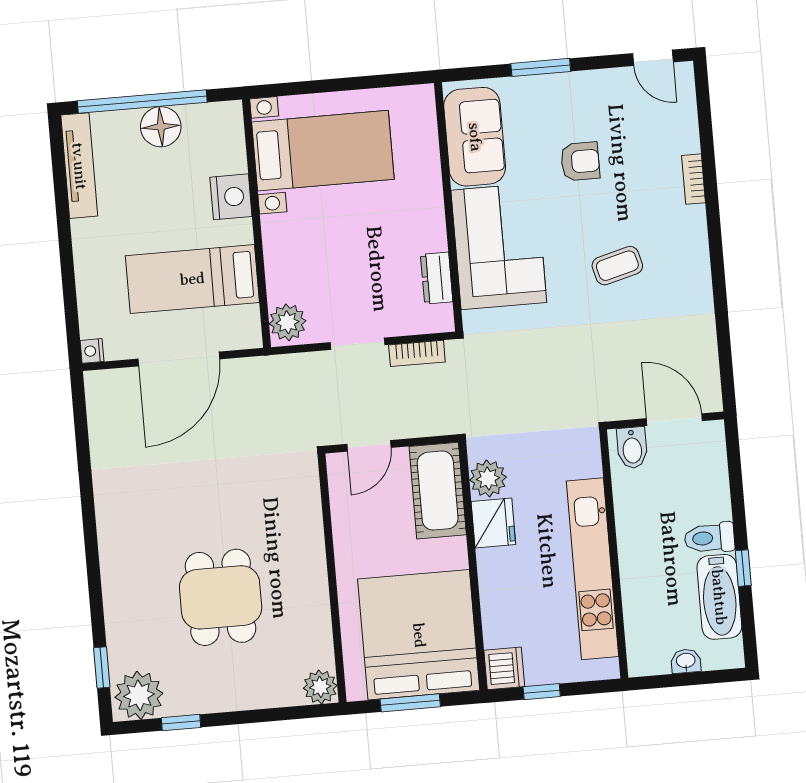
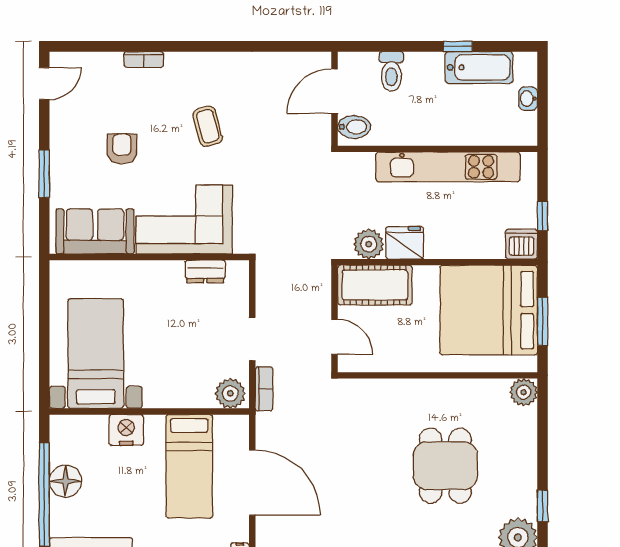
bookcase: (417, 353) -> (264, 389), moved
toilet: (709, 538) -> (391, 71), moved
dining table: (221, 597) -> (445, 466), turned 90

